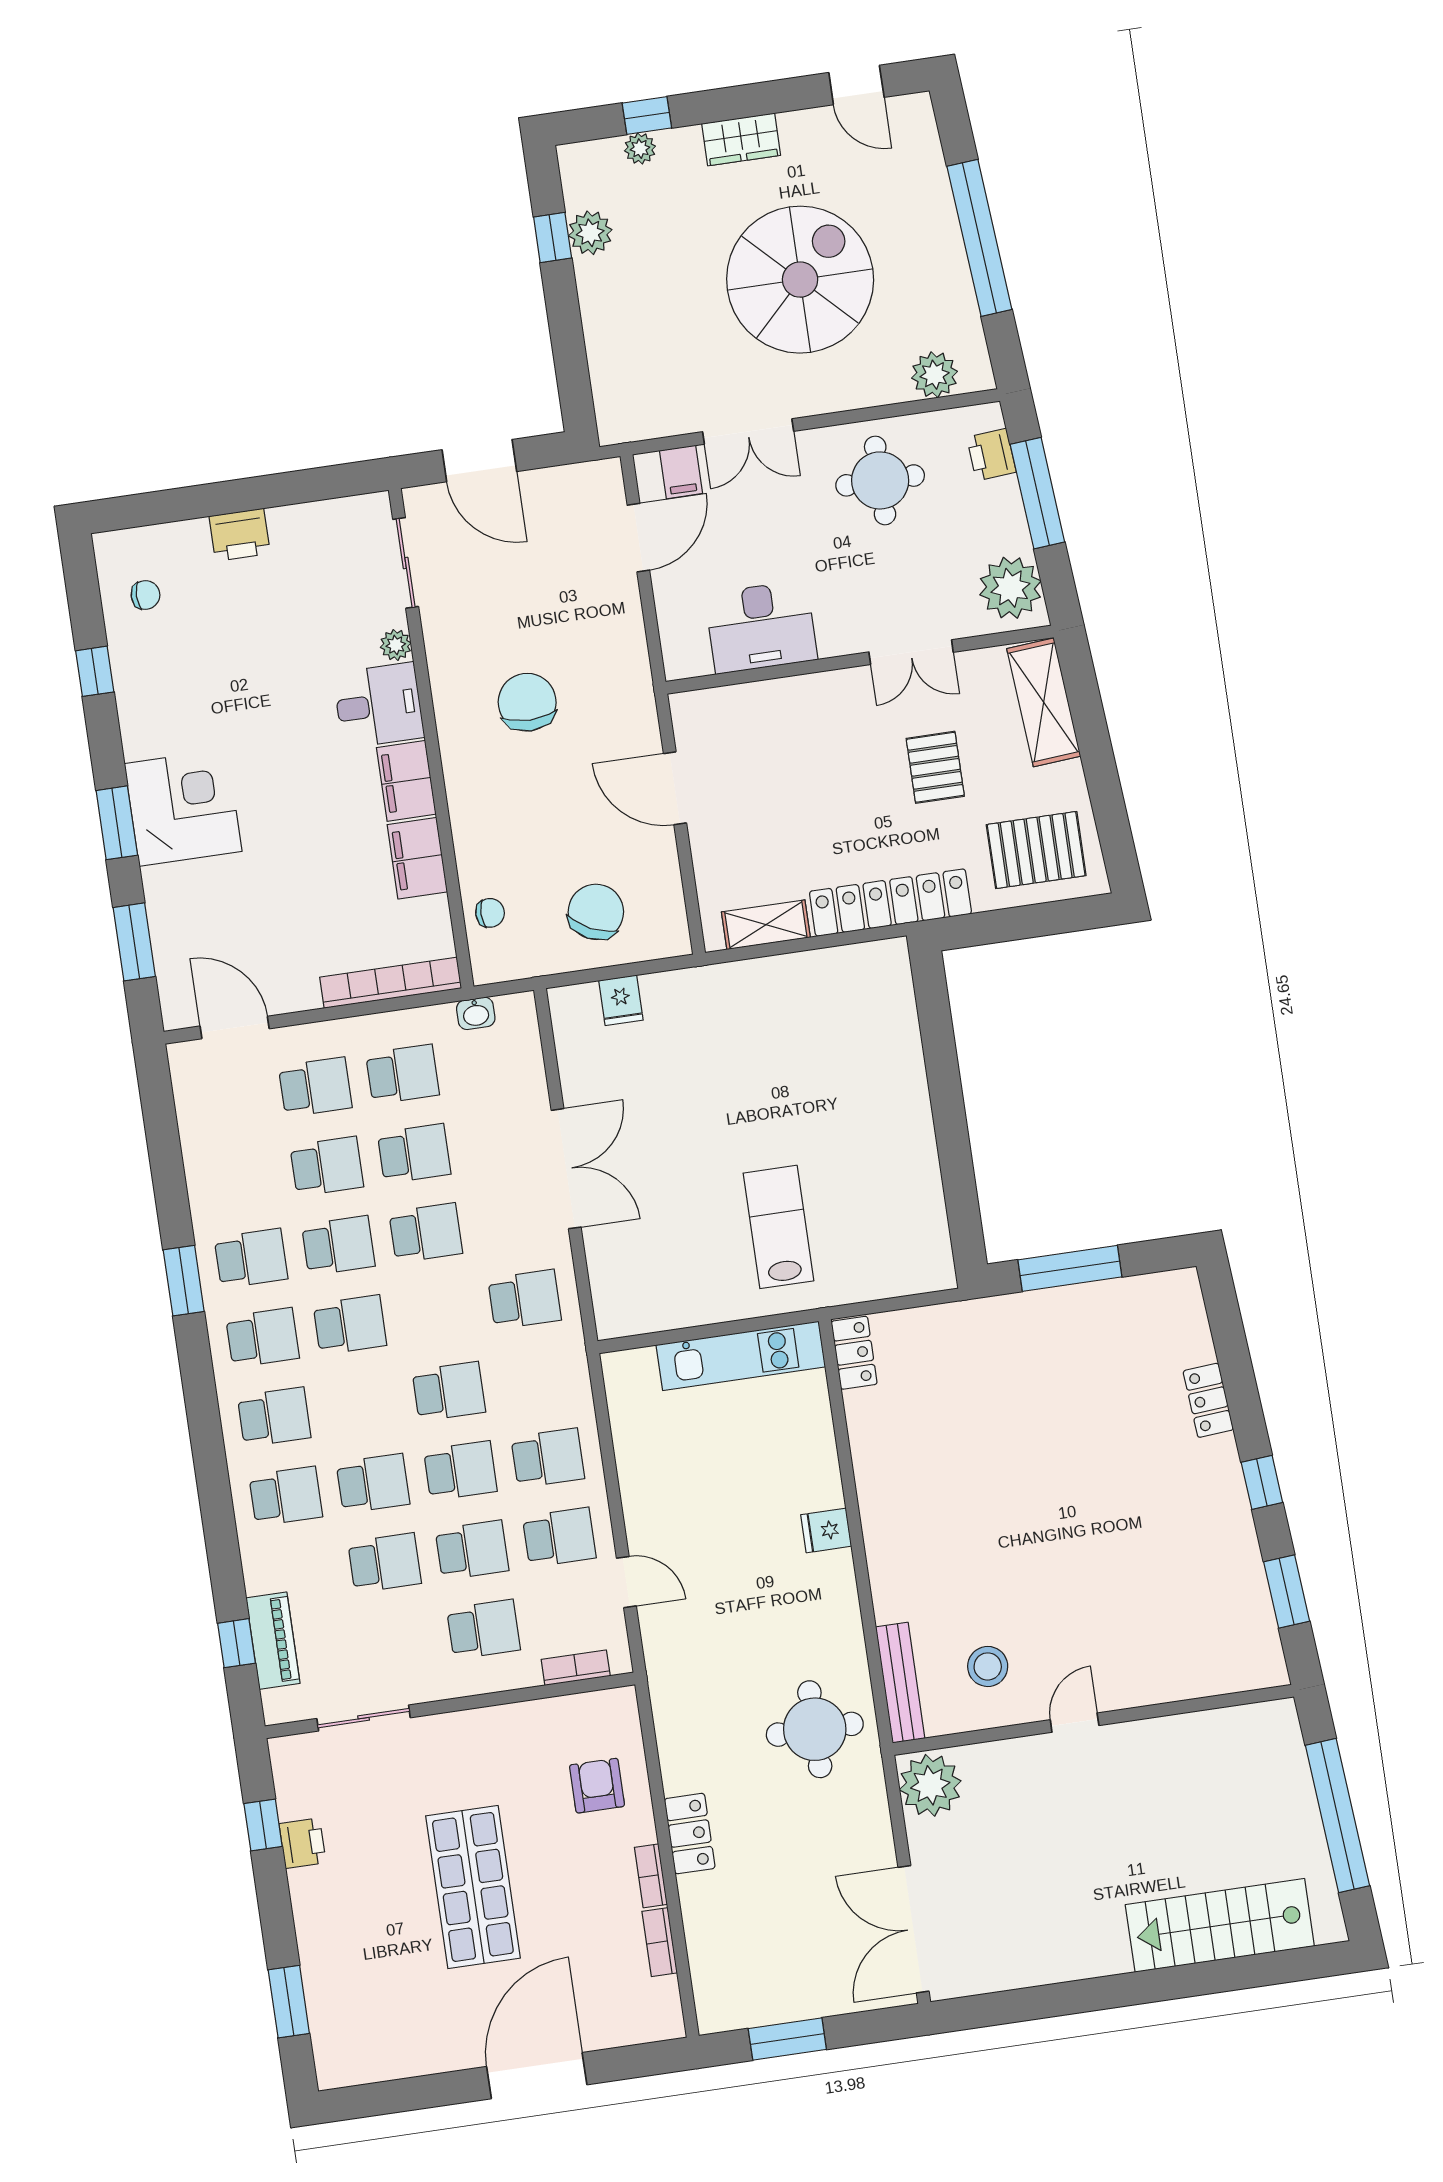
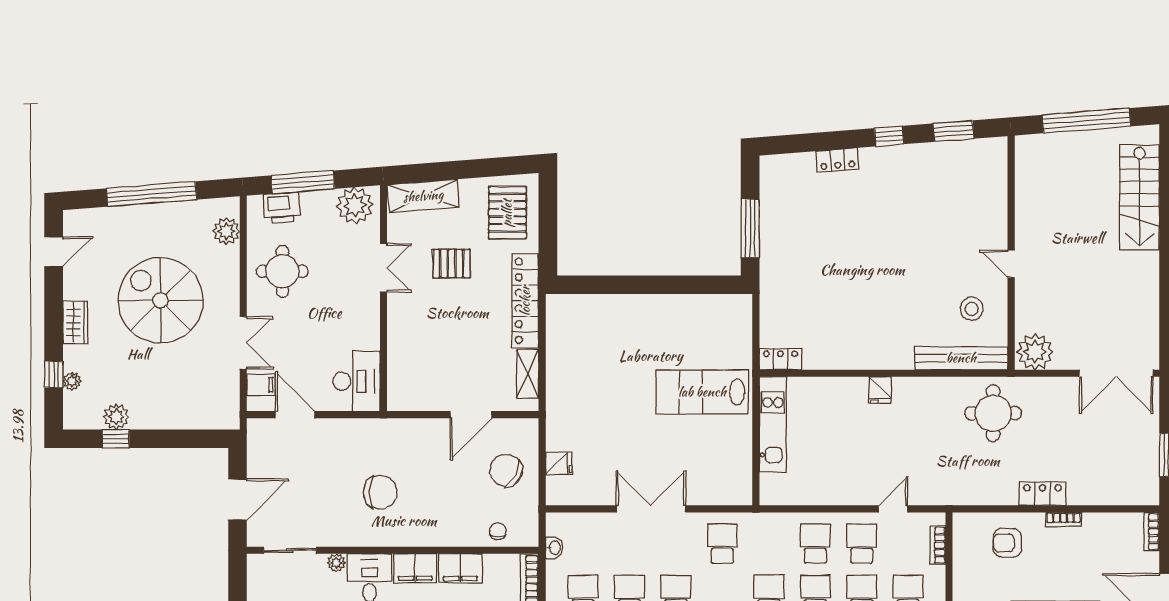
printer: (991, 455) -> (282, 208), width x1.36, depth x1.24
desk: (761, 627) -> (356, 381), moved
chair: (527, 702) -> (380, 492), turned 180
door: (675, 788) -> (471, 415), moved
lab bench: (778, 1227) -> (702, 392), width x1.36, depth x1.39
bench: (900, 1683) -> (961, 358), width x1.37, depth x1.21
bookcase: (660, 1942) -> (1152, 531), moved, turned 90

